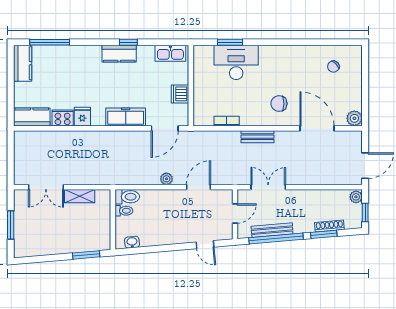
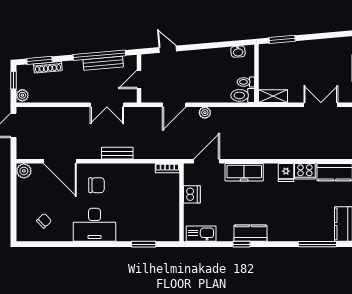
desk: (236, 62) -> (95, 225), moved
bookcase: (227, 121) -> (167, 168), moved
shelving: (80, 196) -> (273, 96), moved
window: (324, 234) -> (40, 60), moved

